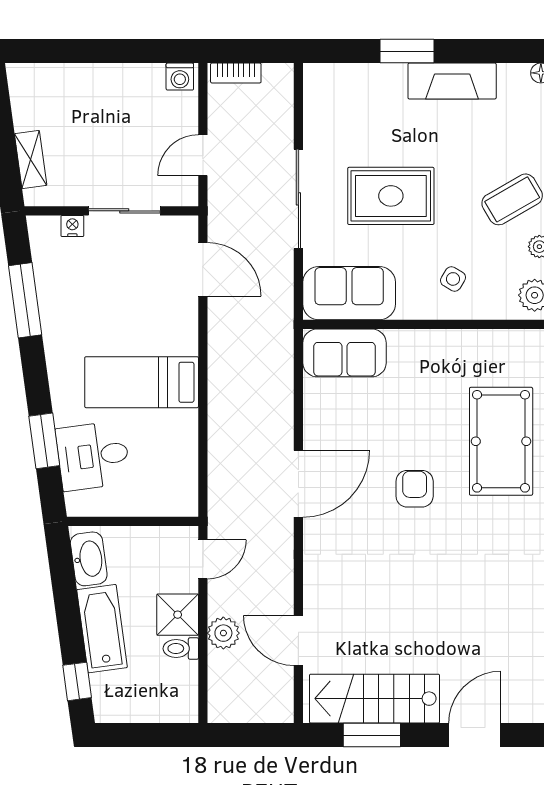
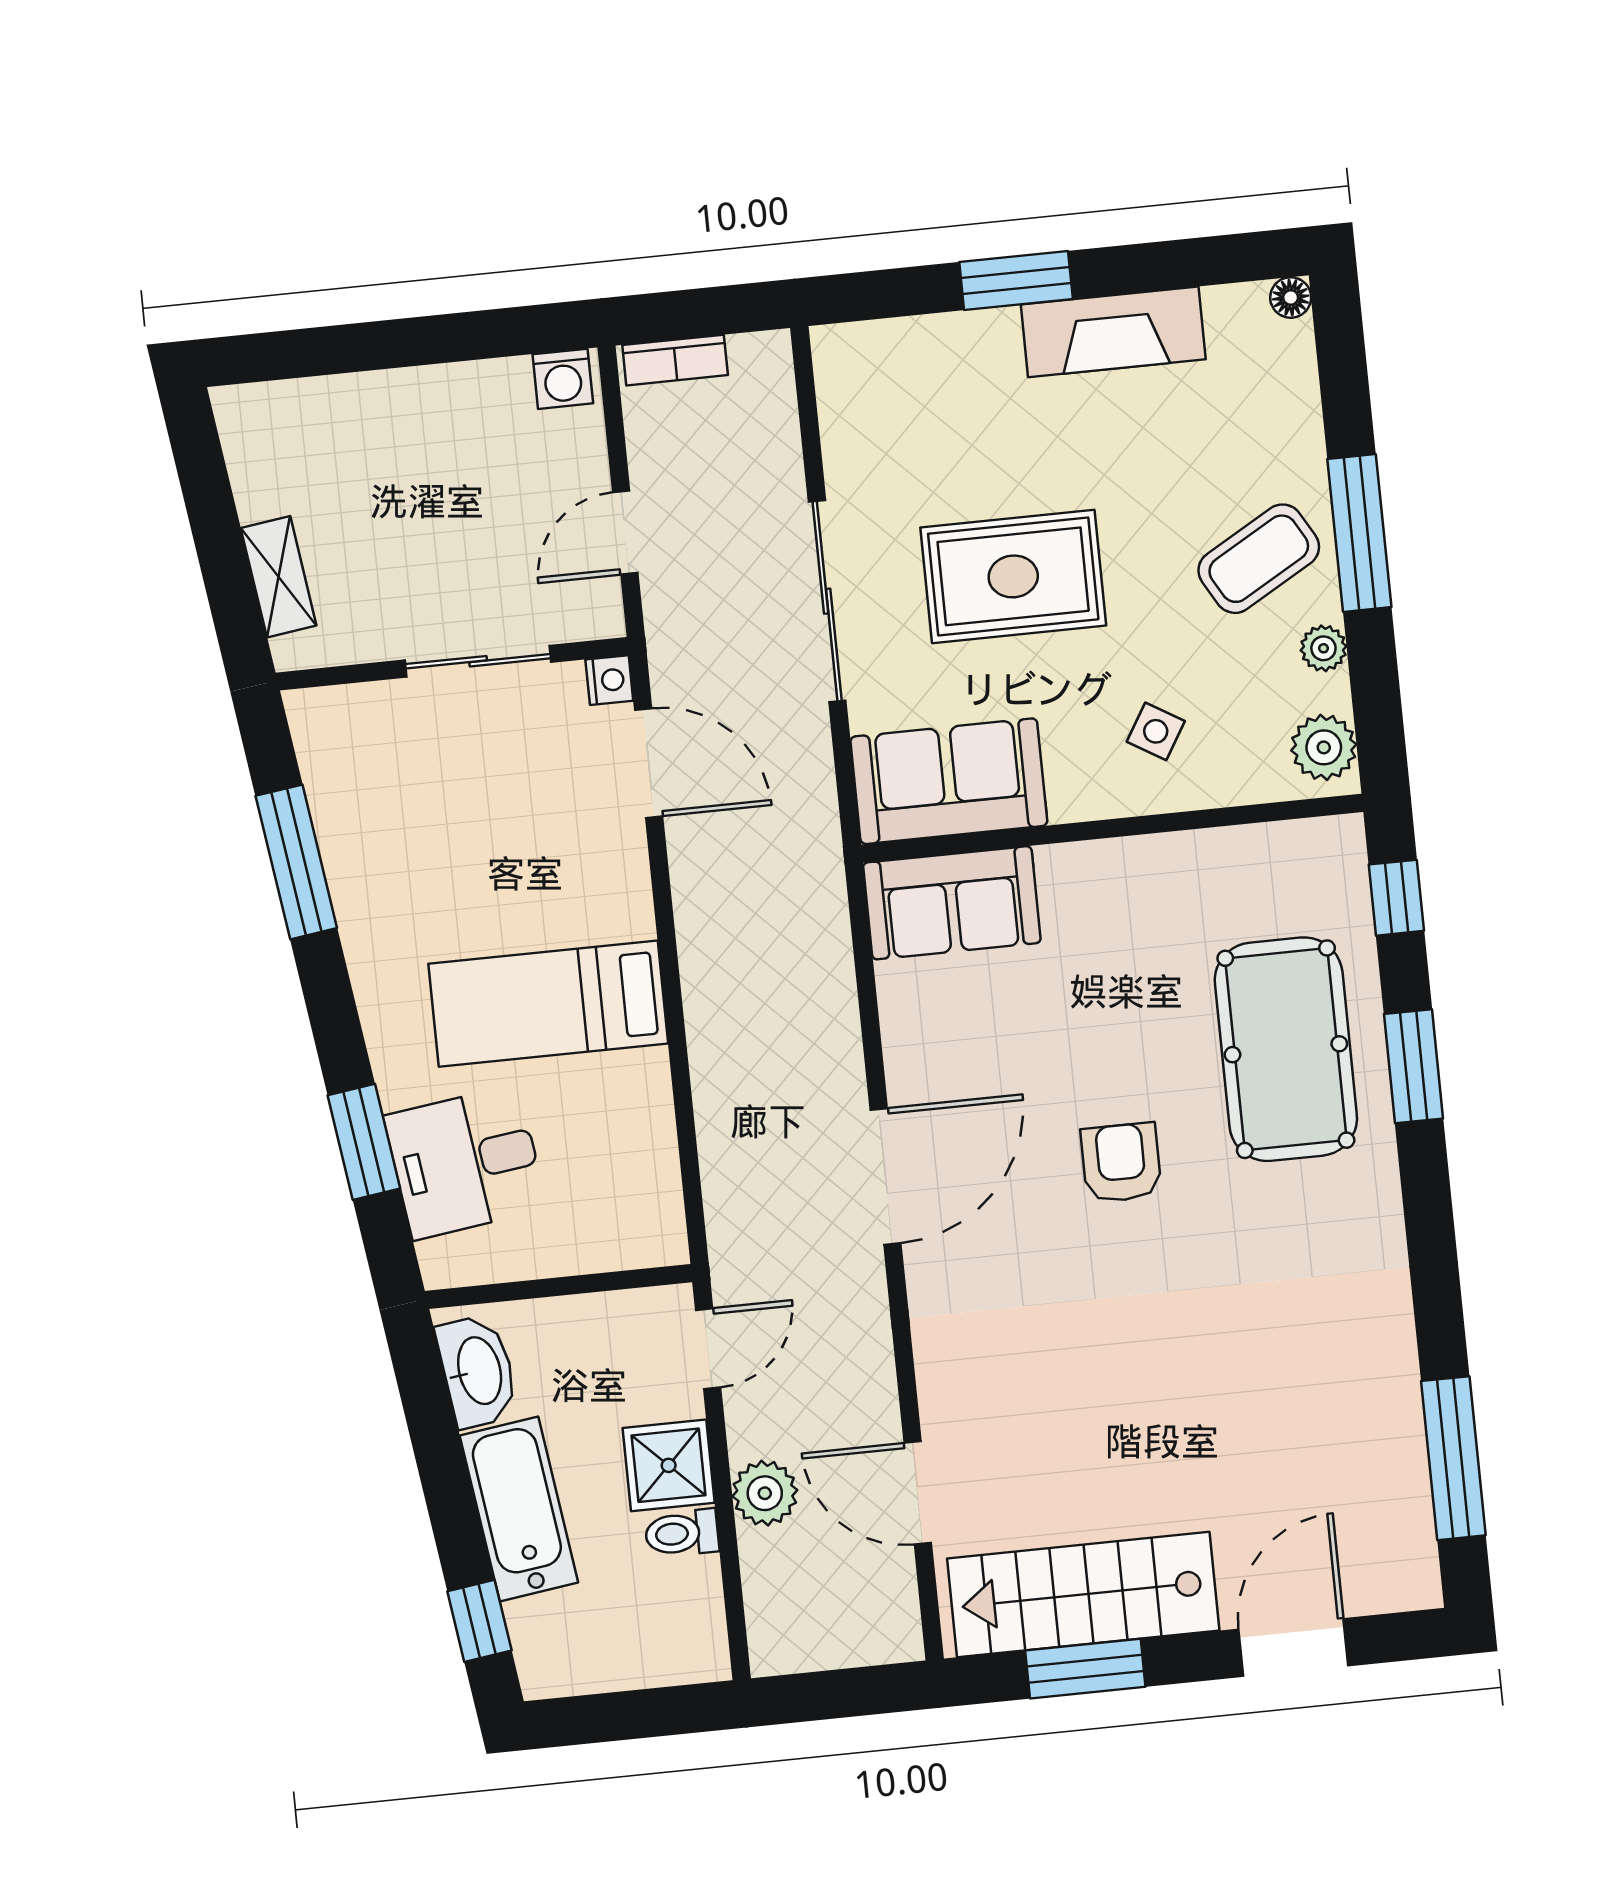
nightstand: (72, 226) -> (609, 680), moved, turned 90

